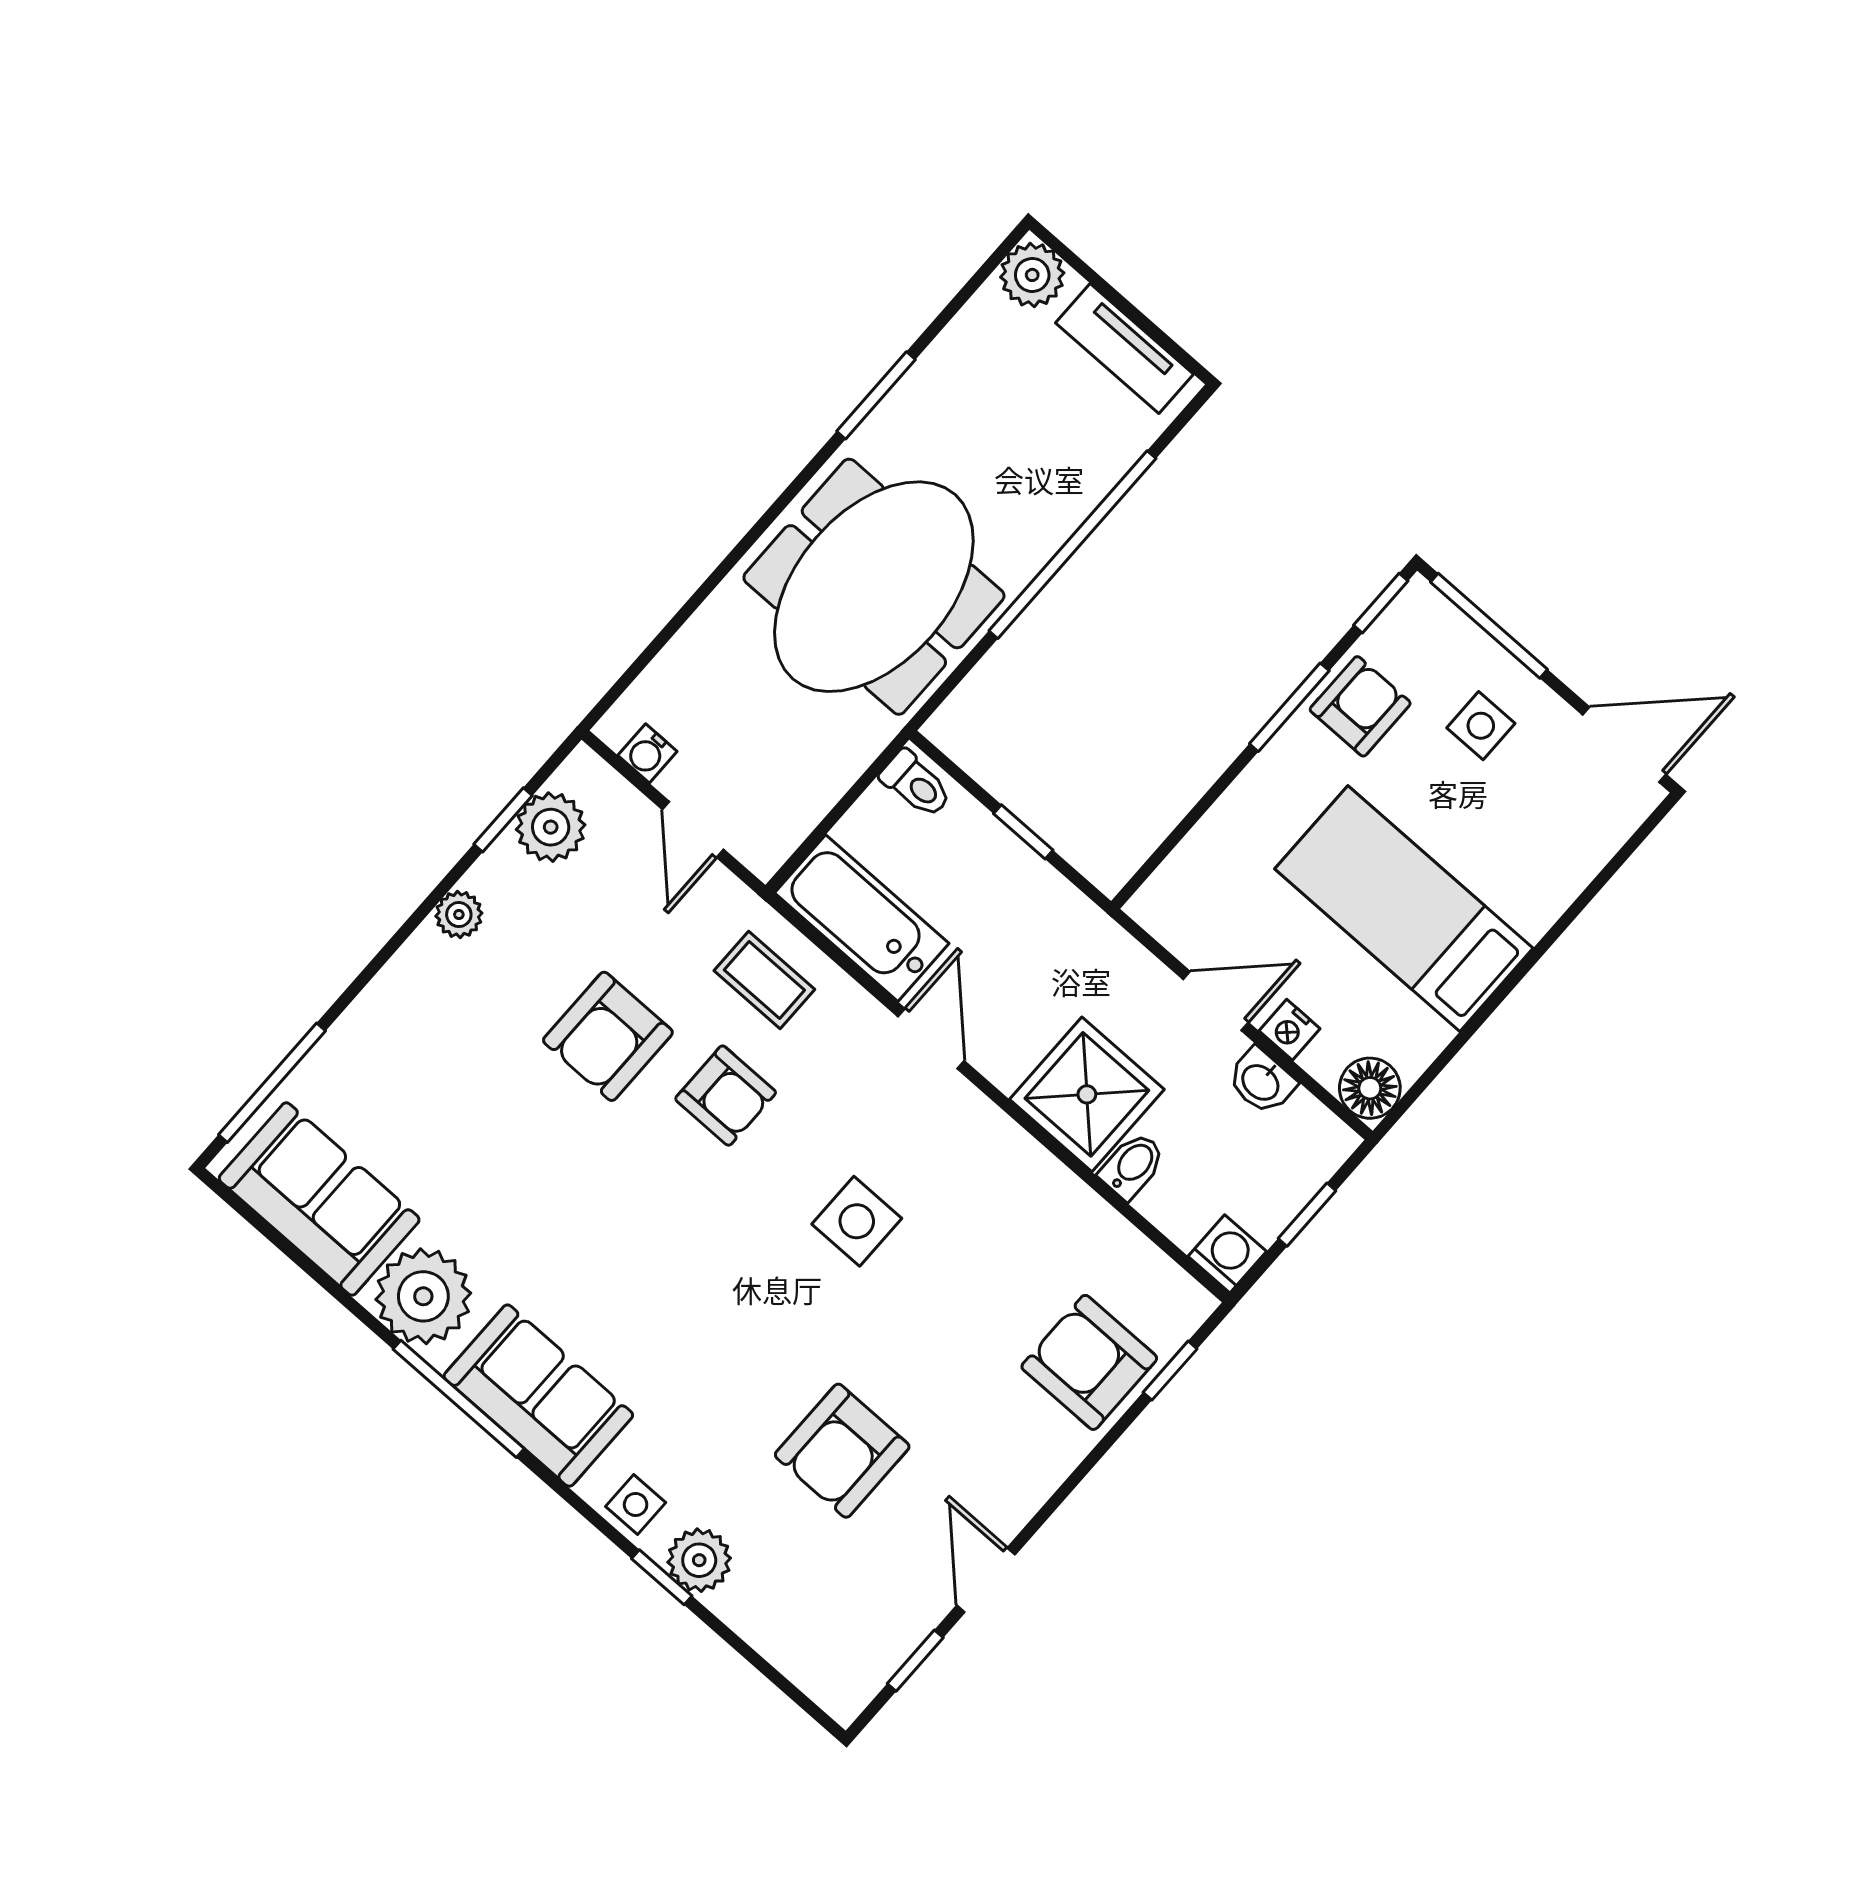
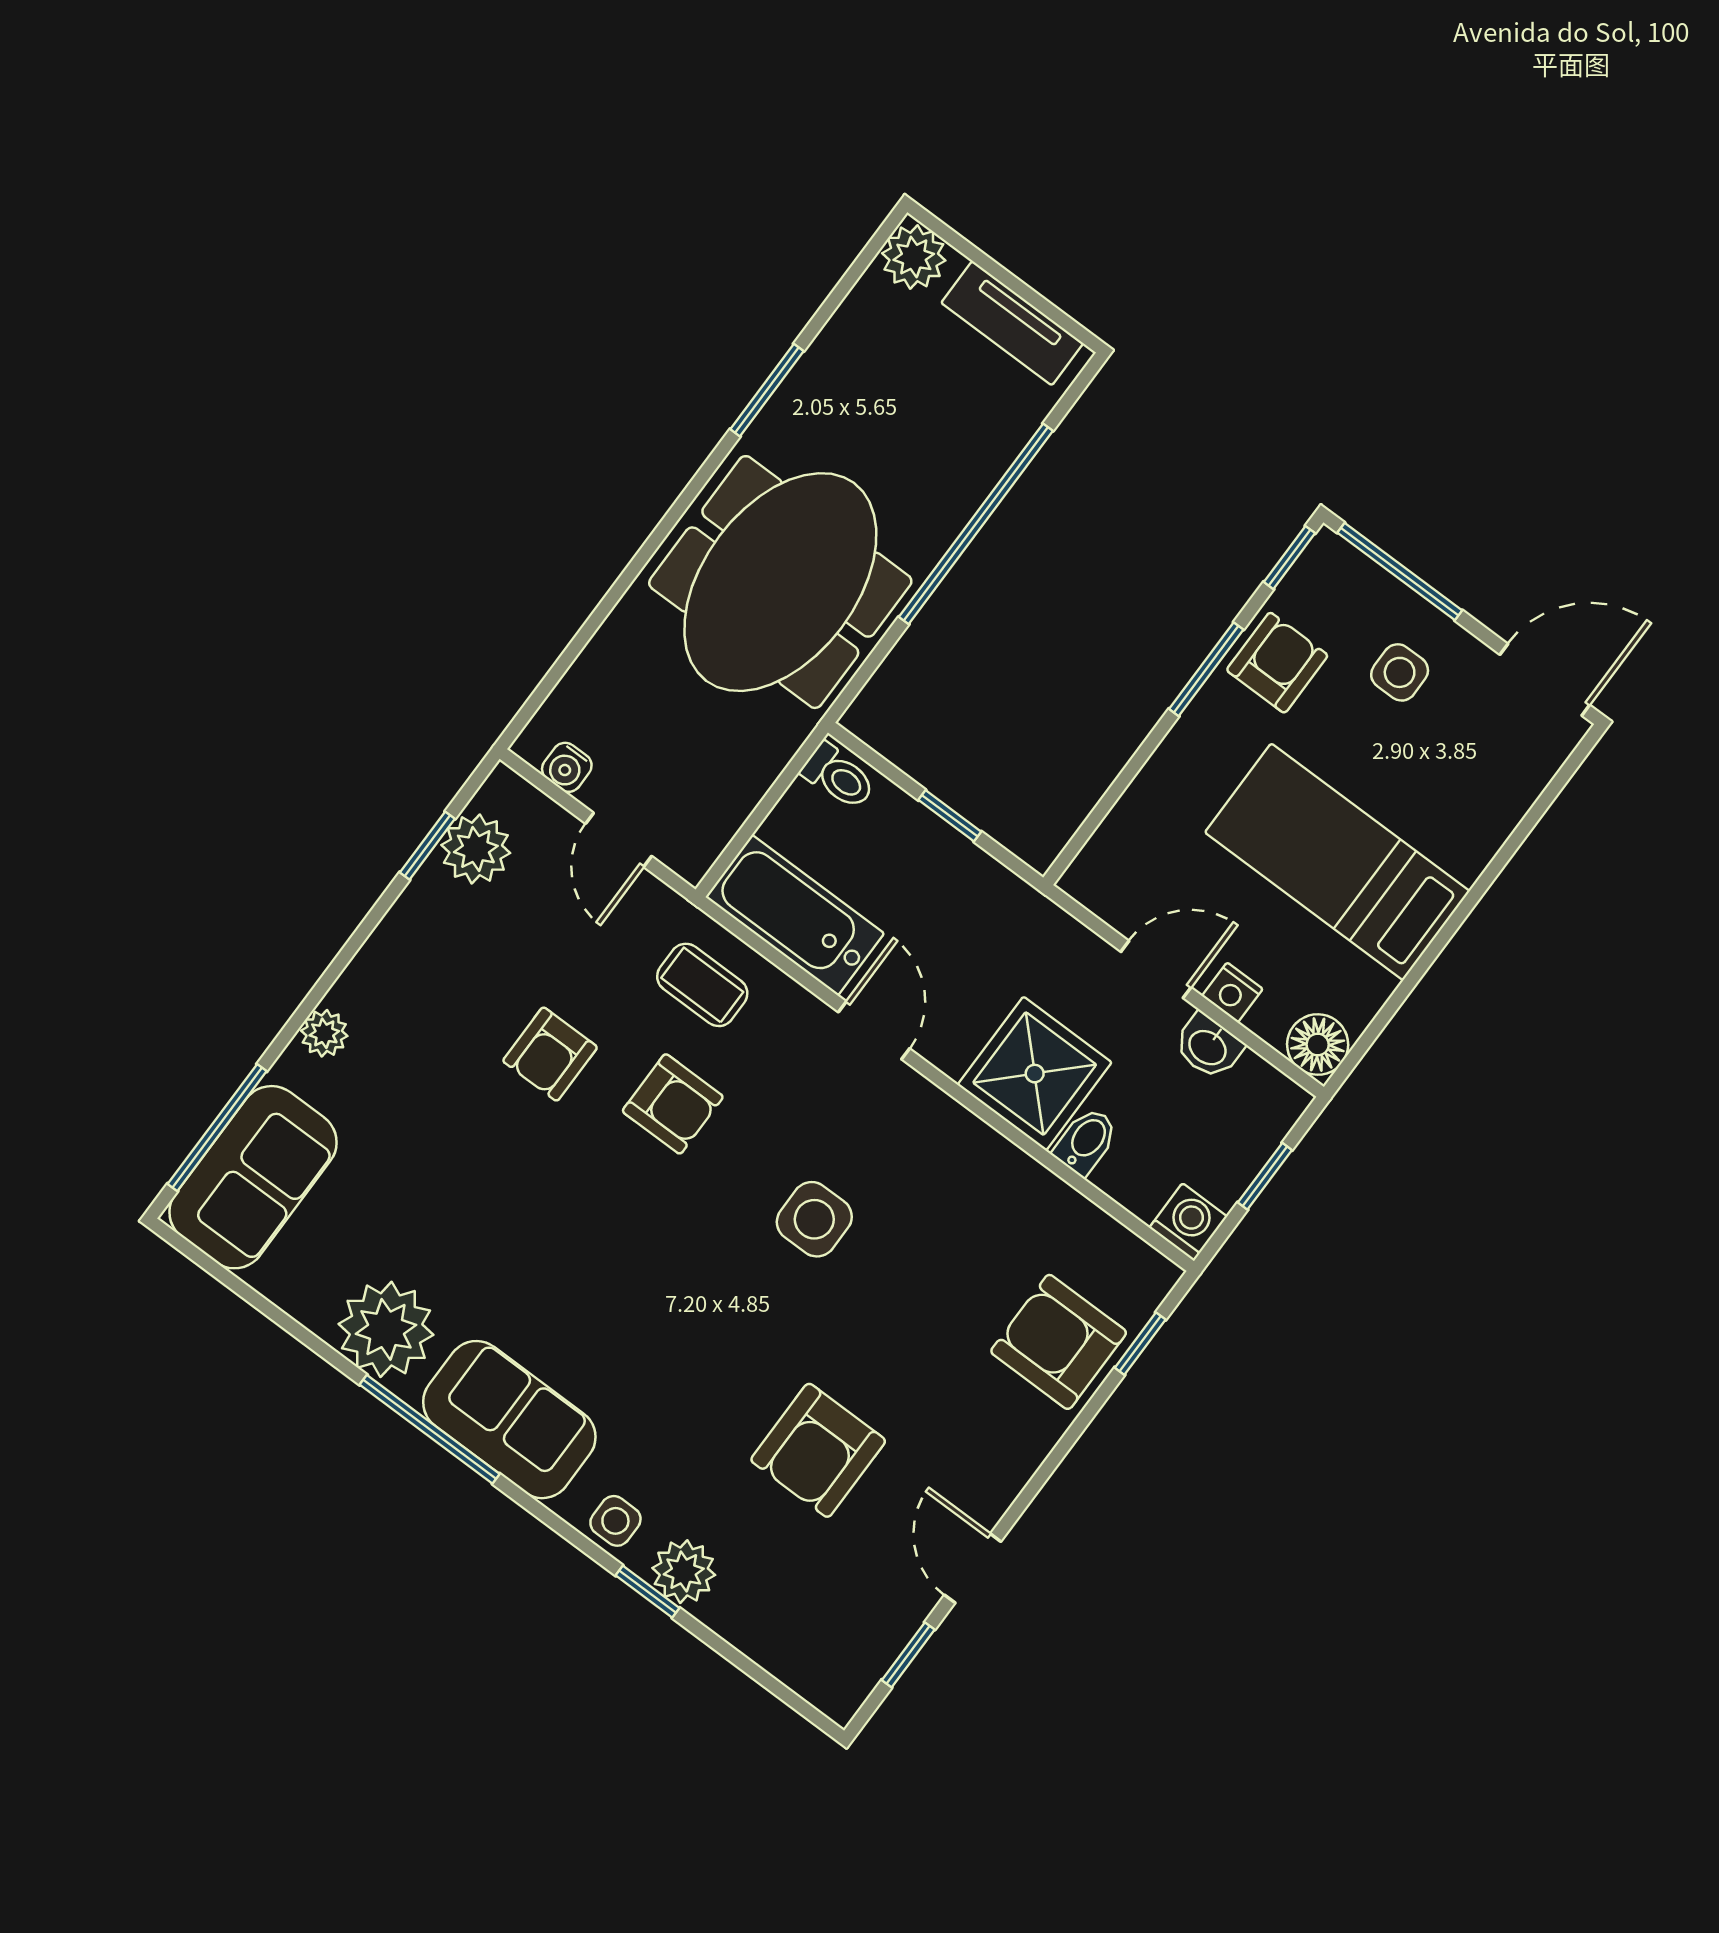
plant: (459, 915) -> (324, 1033), moved
armchair: (608, 1036) -> (550, 1054), width x0.72, depth x0.72
sofa: (319, 1199) -> (253, 1177), moved, turned 90

